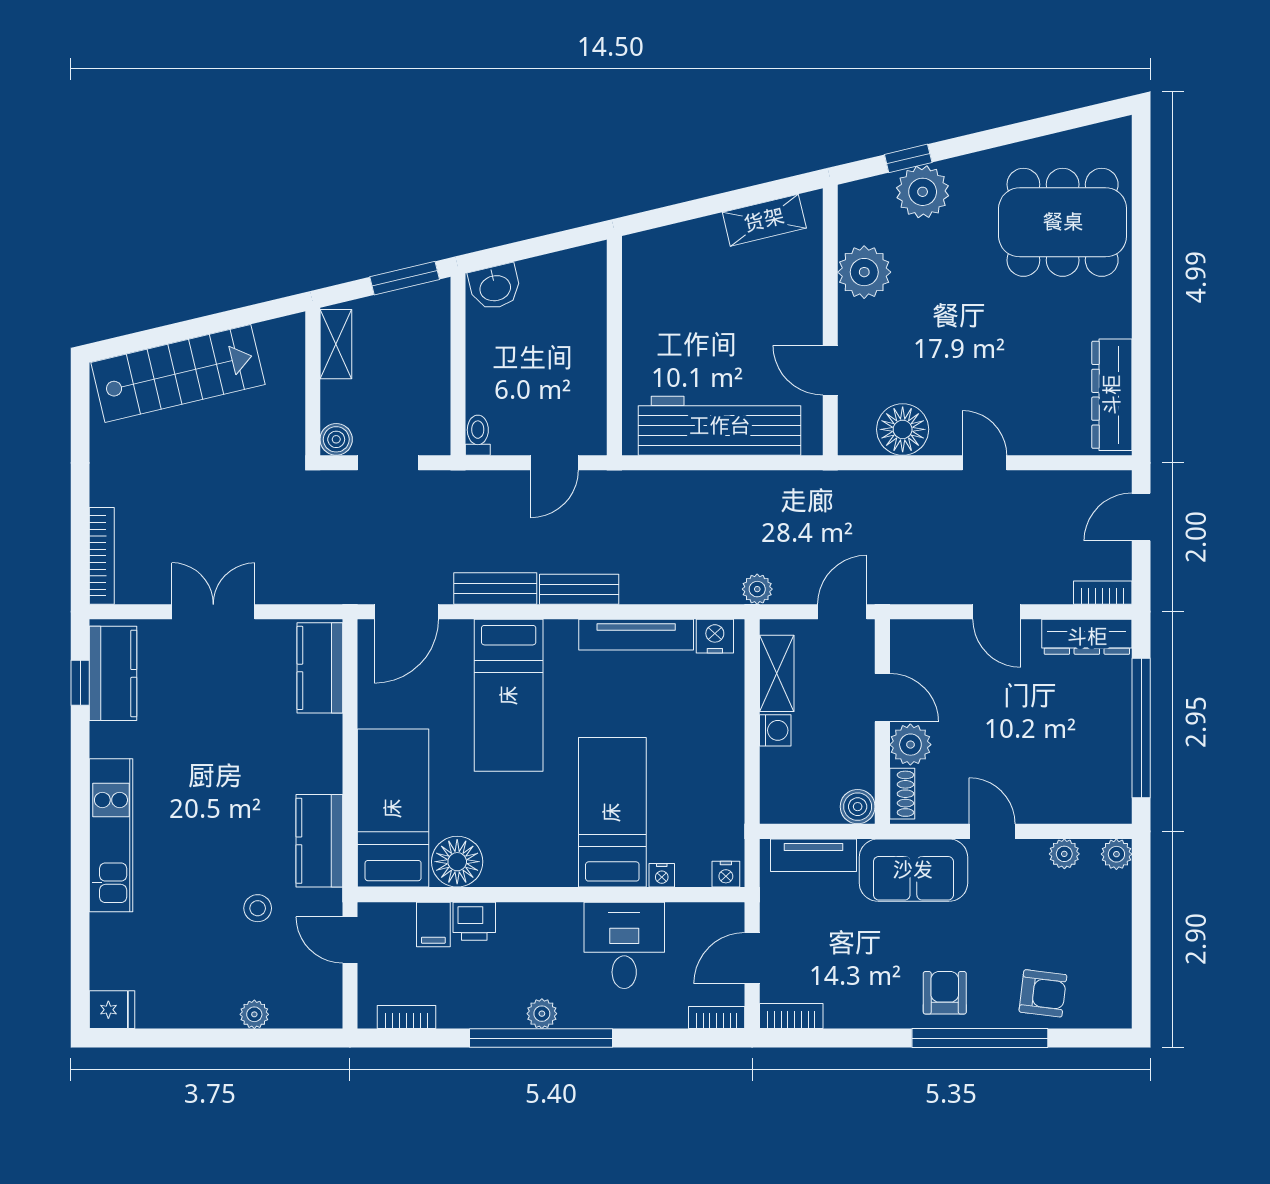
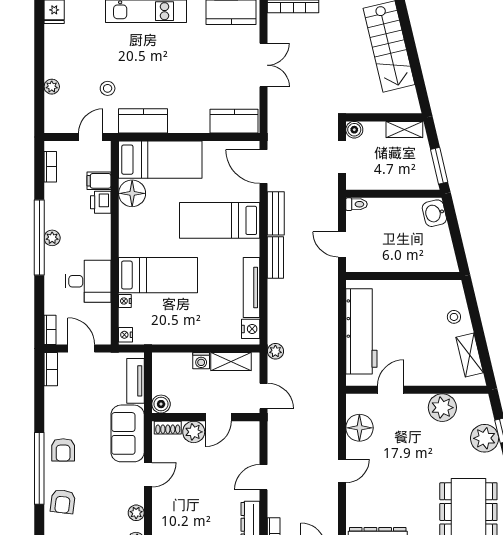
stool: (692, 250) -> (454, 317), added
armchair: (945, 993) -> (63, 450), turned 90

